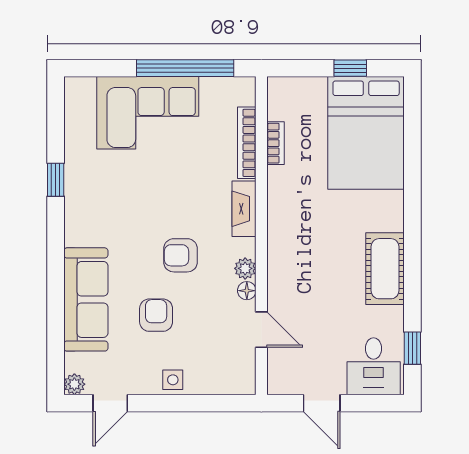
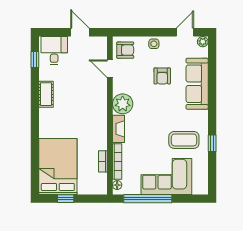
coffee table: (112, 186) -> (184, 140), added
armchair: (181, 255) -> (125, 50), moved
plant: (245, 268) -> (123, 104), width x1.88, depth x1.88
cot: (385, 269) -> (46, 94), width x0.73, depth x0.75
floor lamp: (247, 291) -> (117, 185), moved

